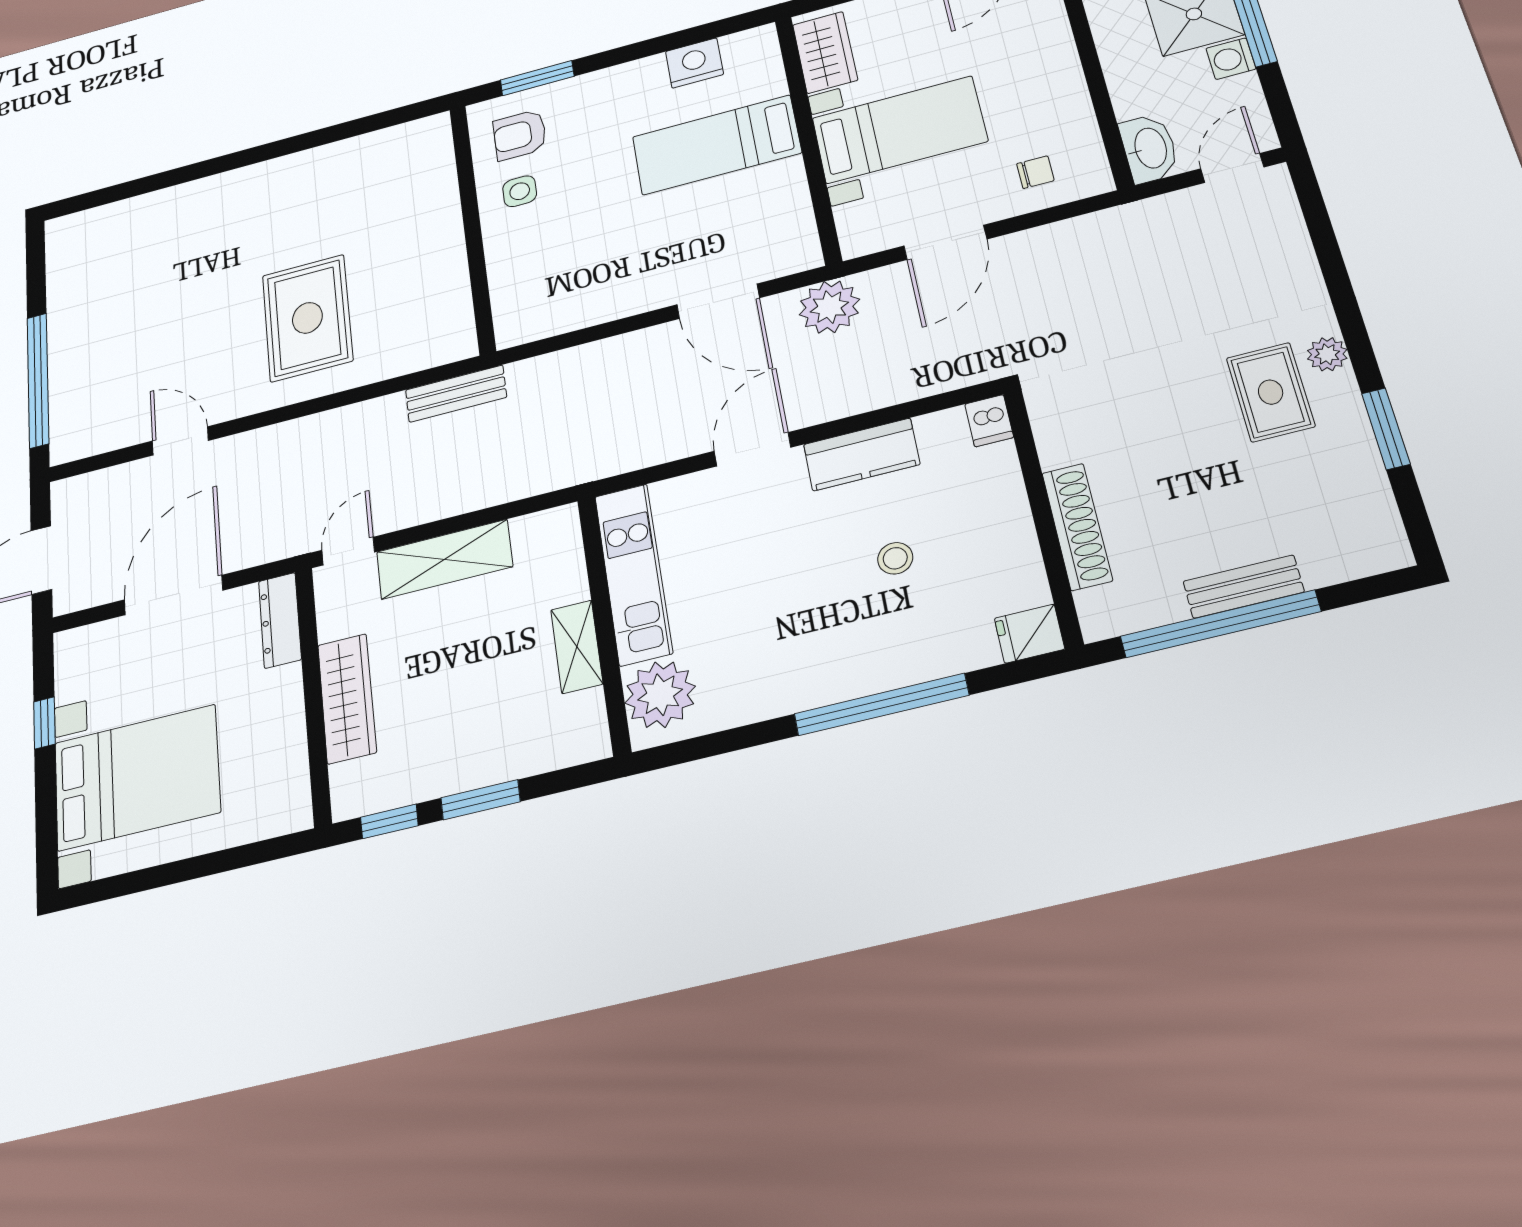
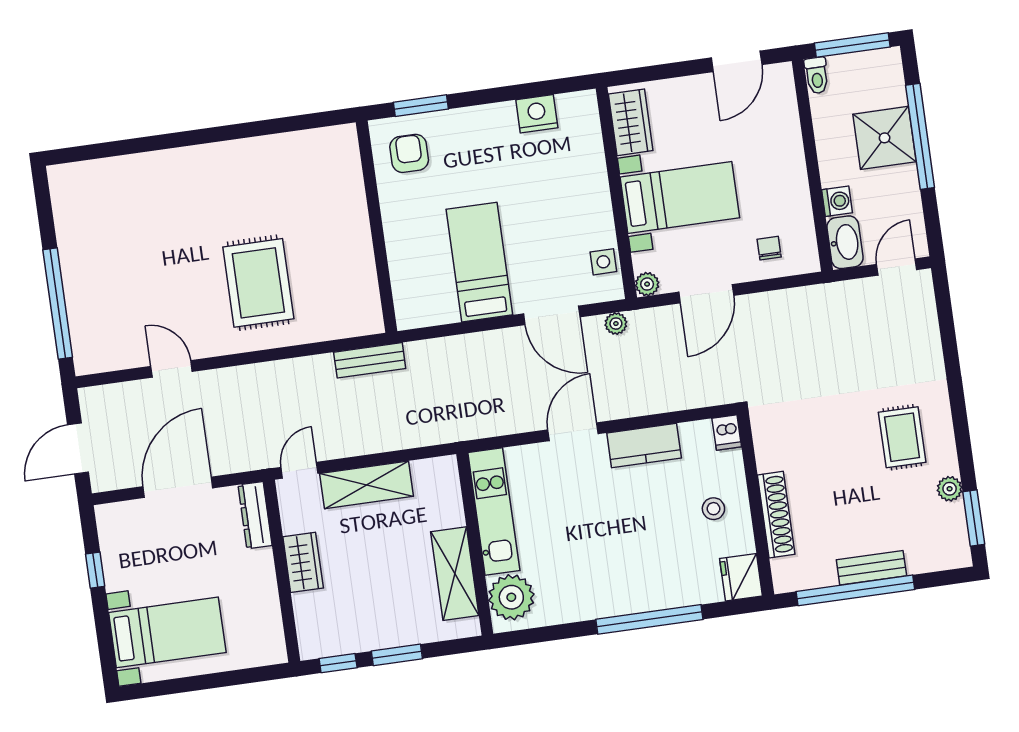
washing machine: (1231, 59) -> (837, 201), moved, turned 180
armchair: (520, 135) -> (409, 153), turned 90
bed: (717, 145) -> (479, 262), moved, turned 90
chair: (1035, 172) -> (769, 248), turned -90
side table: (520, 191) -> (603, 262), moved
plant: (857, 242) -> (647, 284), added
plant: (829, 307) -> (616, 324), width x0.53, depth x0.53
plant: (1327, 354) -> (950, 489), moved
window: (1386, 429) -> (974, 518), moved
stool: (895, 558) -> (713, 509), moved
fridge: (1029, 634) -> (741, 577), width x1.38
shelving: (577, 647) -> (455, 574), width x1.50, depth x1.33
wardrobe: (347, 698) -> (303, 562), width x0.67
bed with nightstands: (137, 777) -> (167, 632), width x0.73

